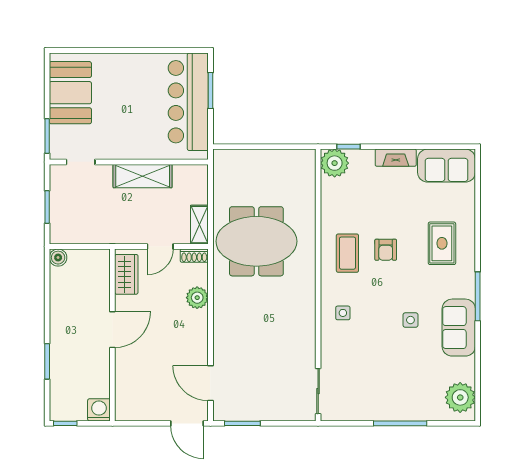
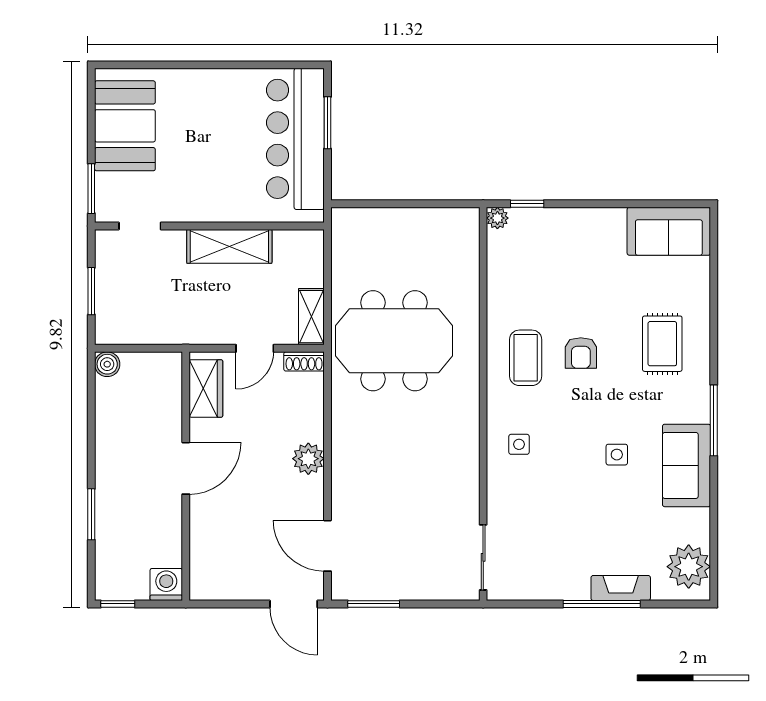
fireplace: (396, 158) -> (621, 588), moved, turned 180
plant: (335, 163) -> (497, 218), width x0.53, depth x0.53
plant: (197, 298) -> (308, 459), moved

